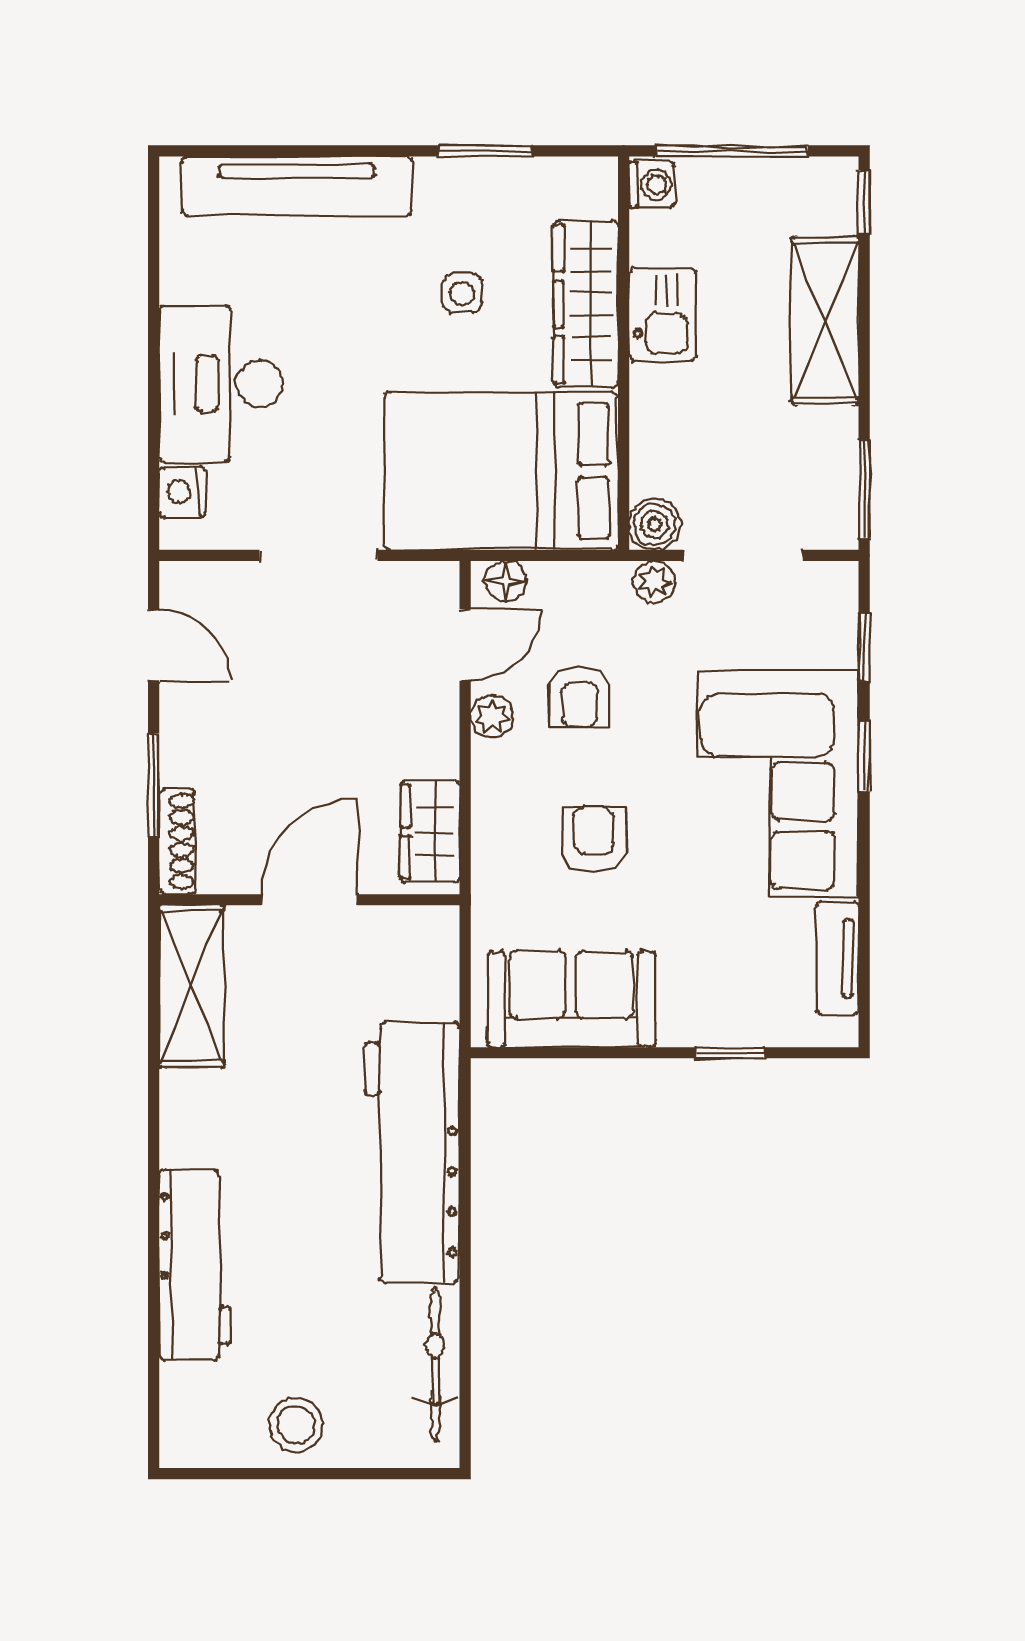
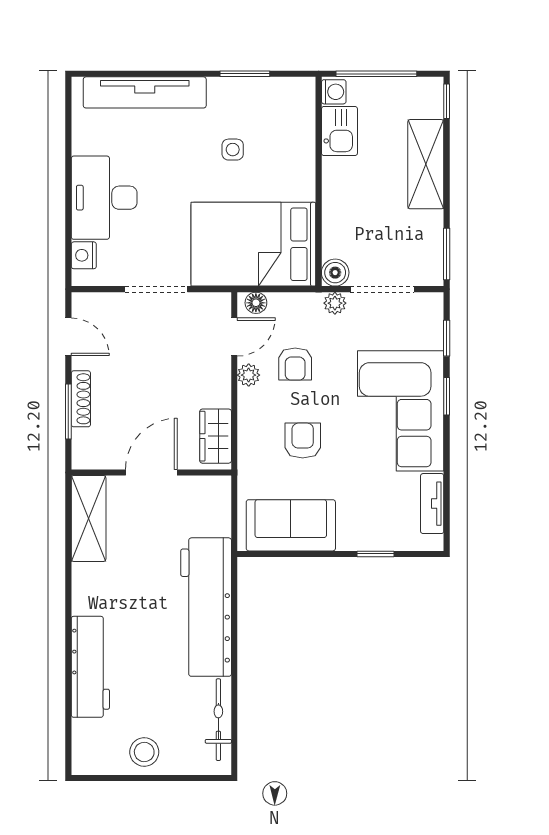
wardrobe: (586, 304) -> (298, 155), removed
kitchen sink: (663, 315) -> (339, 131), moved
shoe rack: (177, 841) -> (81, 399), moved

